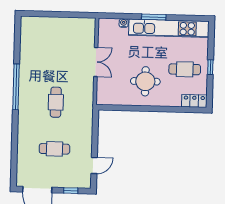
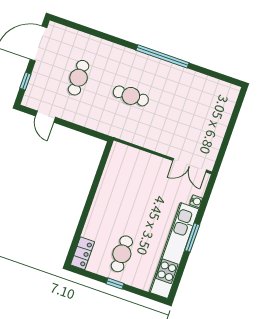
double door: (96, 62) -> (190, 165), moved
round table: (145, 81) -> (122, 205), removed

